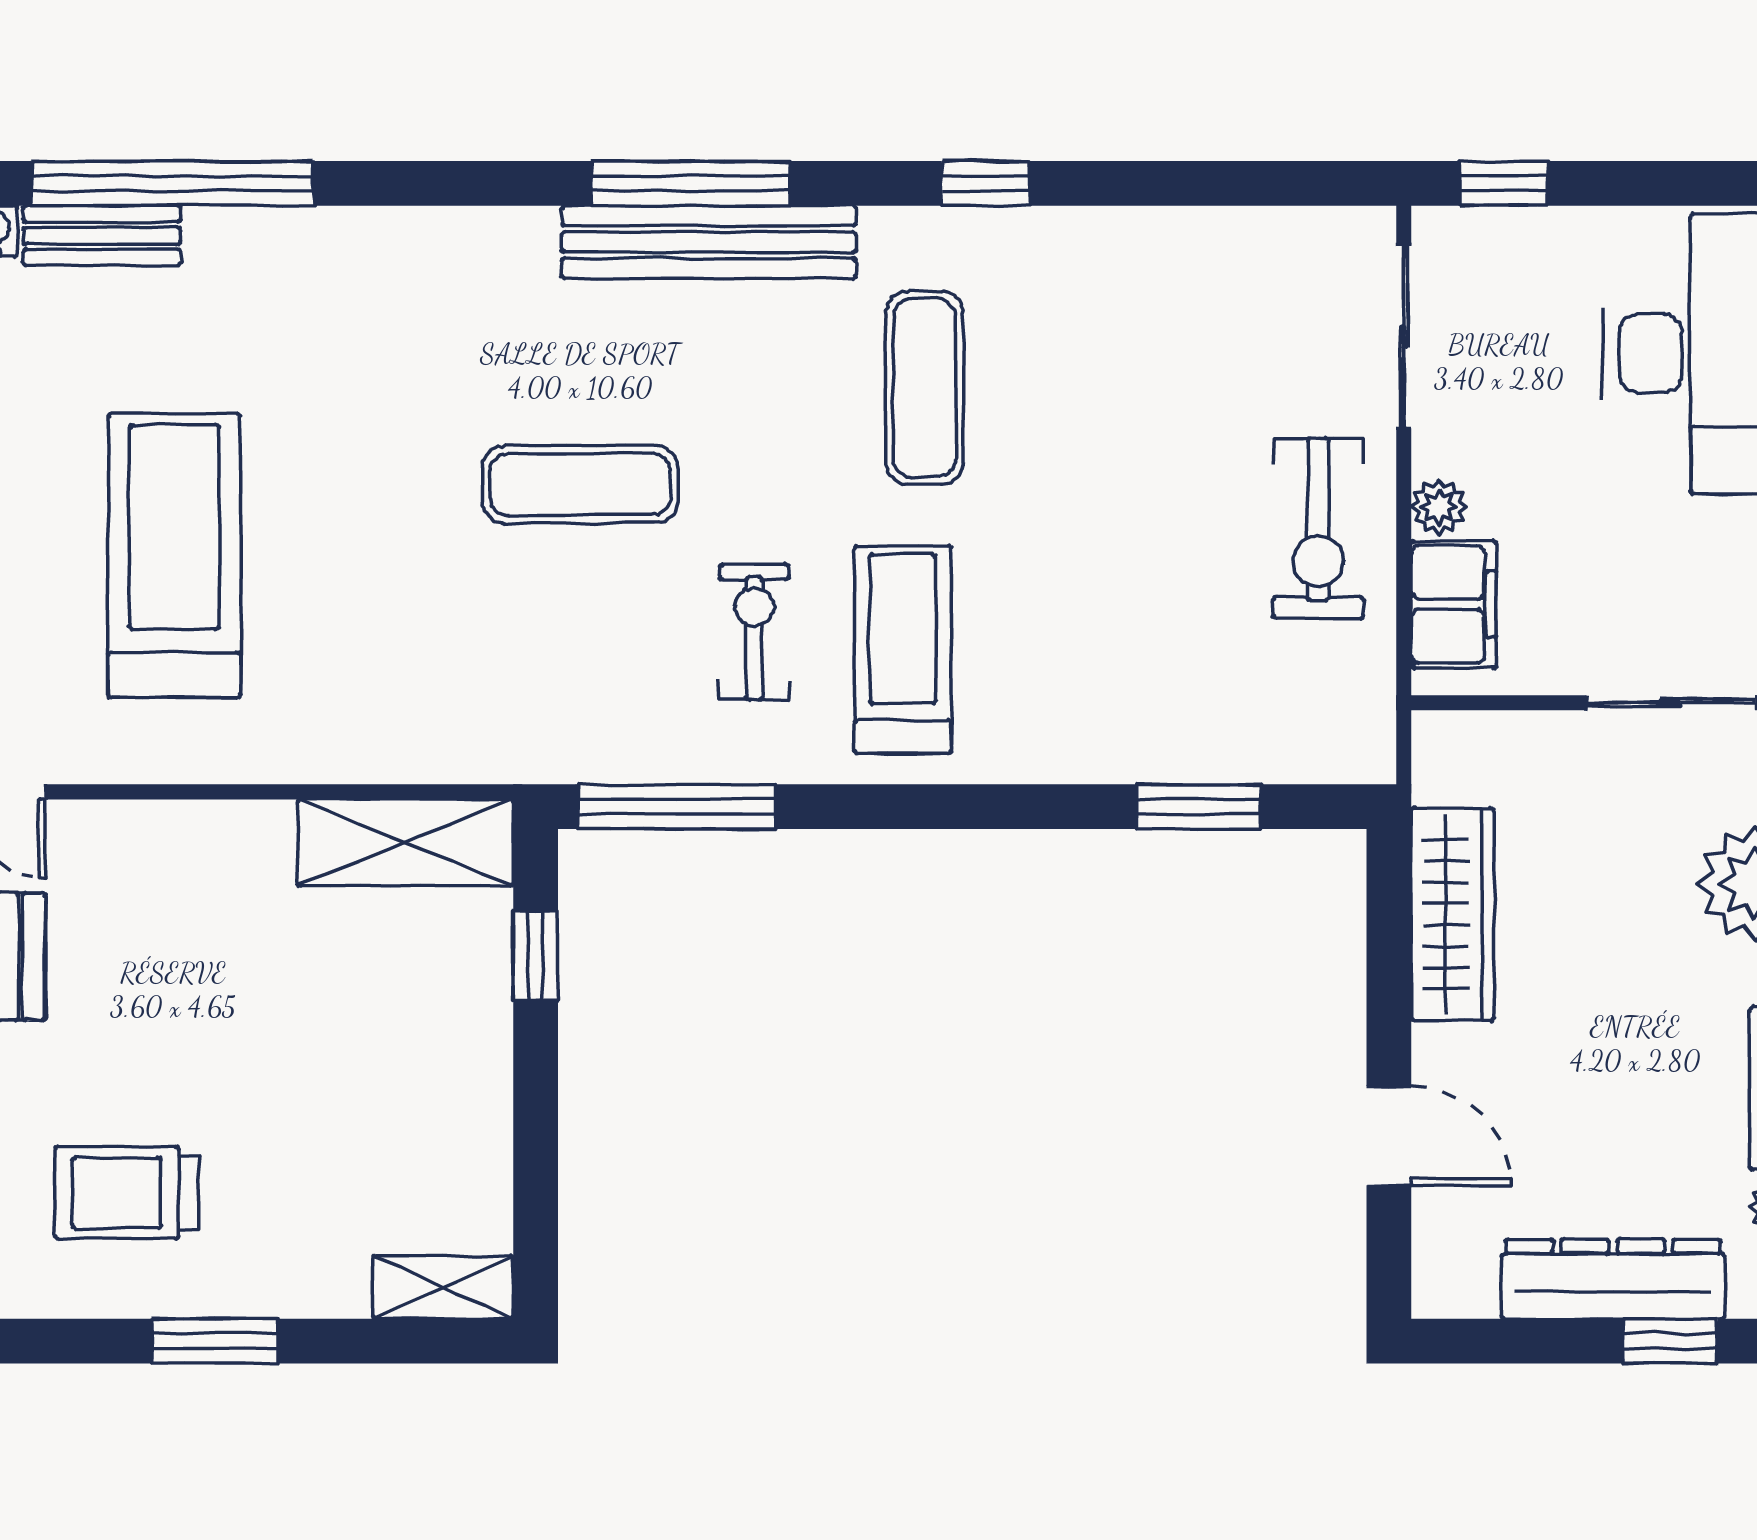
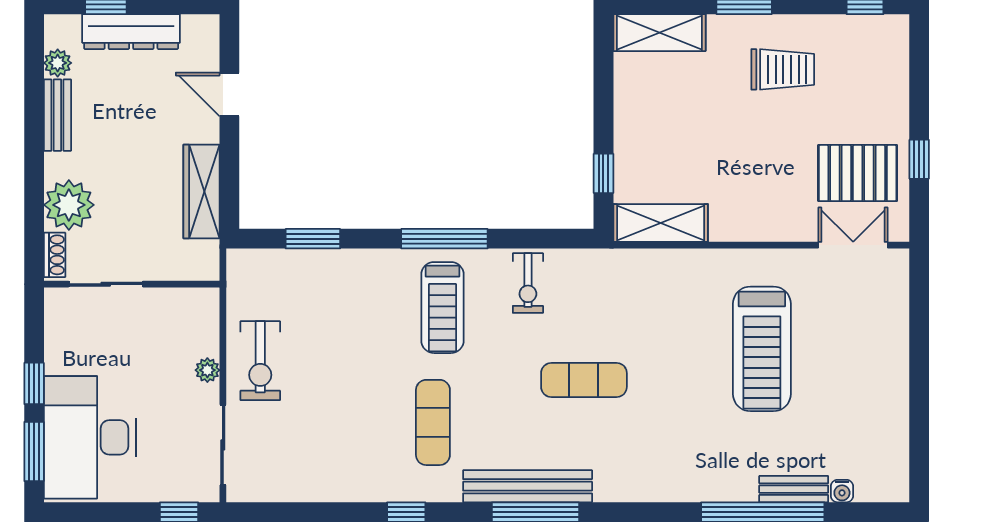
exercise bike: (1318, 529) -> (260, 361), turned 180
filing cabinet: (1454, 604) -> (201, 327), removed
exercise bike: (754, 632) -> (528, 283), moved
window: (676, 807) -> (444, 239), moved
shelving: (443, 1287) -> (659, 33), width x1.50, depth x1.33

